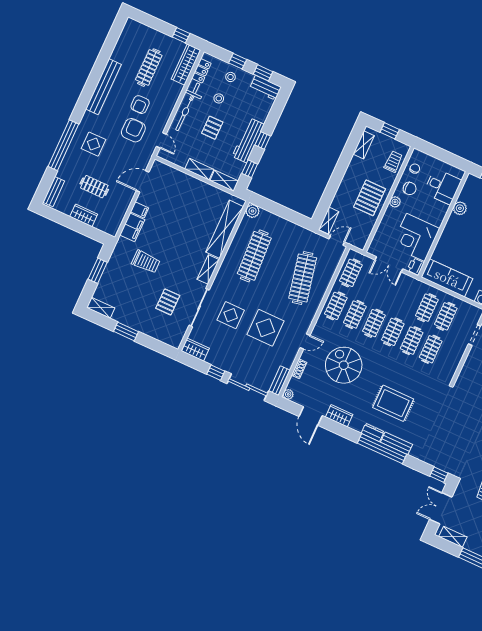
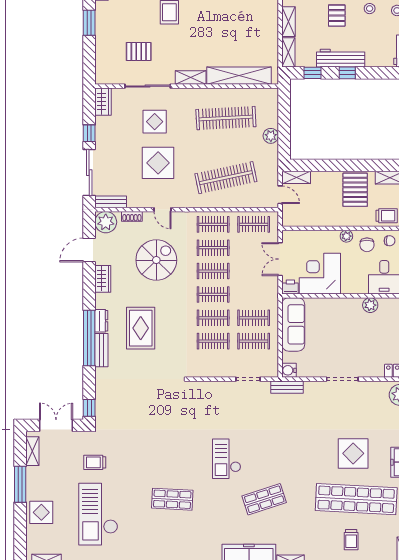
pallet: (212, 128) -> (337, 16), turned 90
pallet: (370, 198) -> (355, 190), moved, turned 90
plant: (252, 211) -> (271, 136), moved
plant: (288, 394) -> (106, 222), width x1.88, depth x1.88

